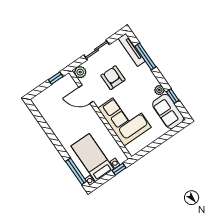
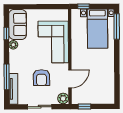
door: (86, 94) -> (70, 79), hinge flipped

